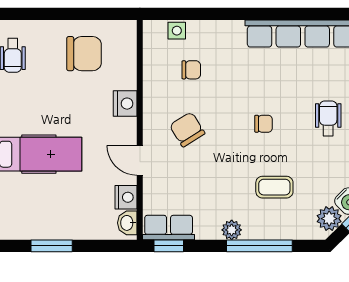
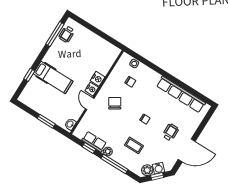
chair: (84, 54) -> (94, 50), removed
nightstand: (126, 197) -> (92, 89), moved
row of seats: (169, 228) -> (94, 142), moved
window: (52, 246) -> (46, 121), moved
window: (169, 246) -> (89, 148), moved

